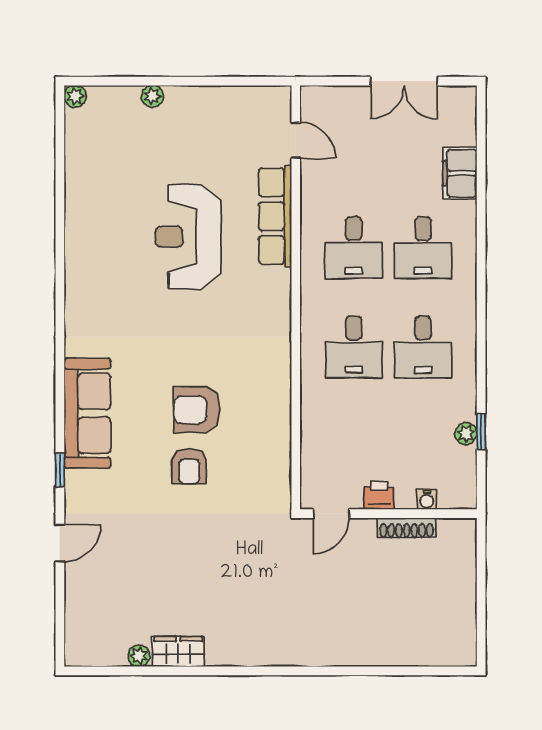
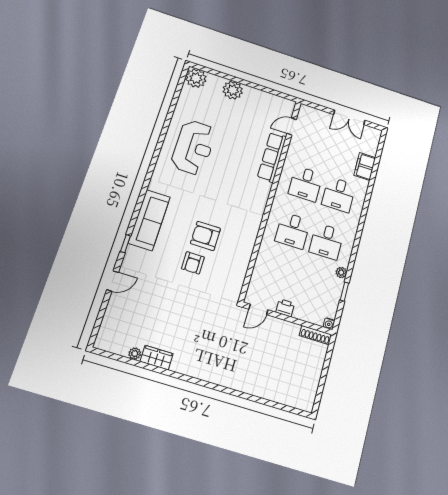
plant: (75, 96) -> (196, 78), width x1.87, depth x1.87
plant: (152, 96) -> (233, 90), width x1.88, depth x1.88
door: (296, 140) -> (292, 126), swing flipped
reception desk: (188, 237) -> (194, 147), moved, turned 180
plant: (466, 434) -> (341, 273), moved
water cooler: (427, 500) -> (329, 324), moved
shoe rack: (407, 528) -> (315, 335), moved

